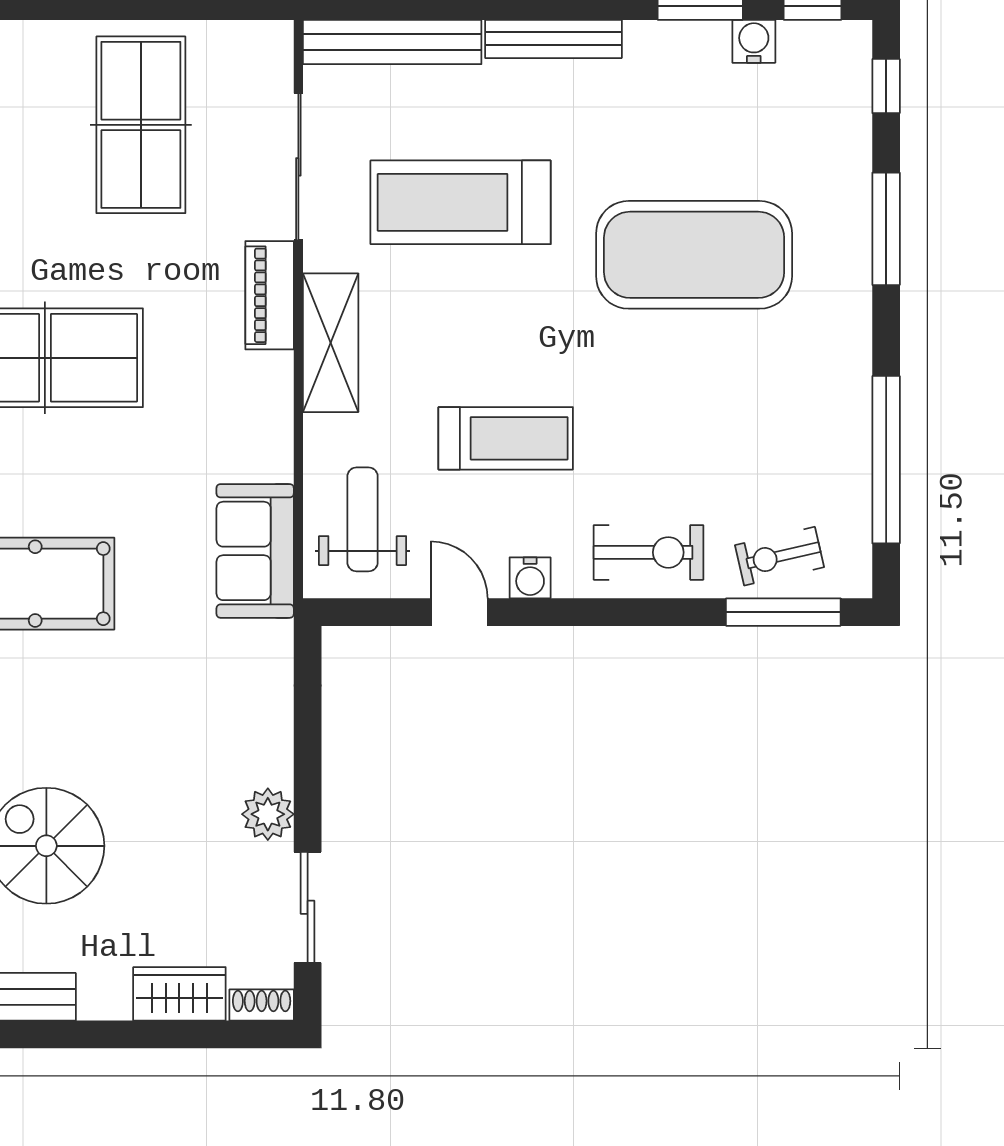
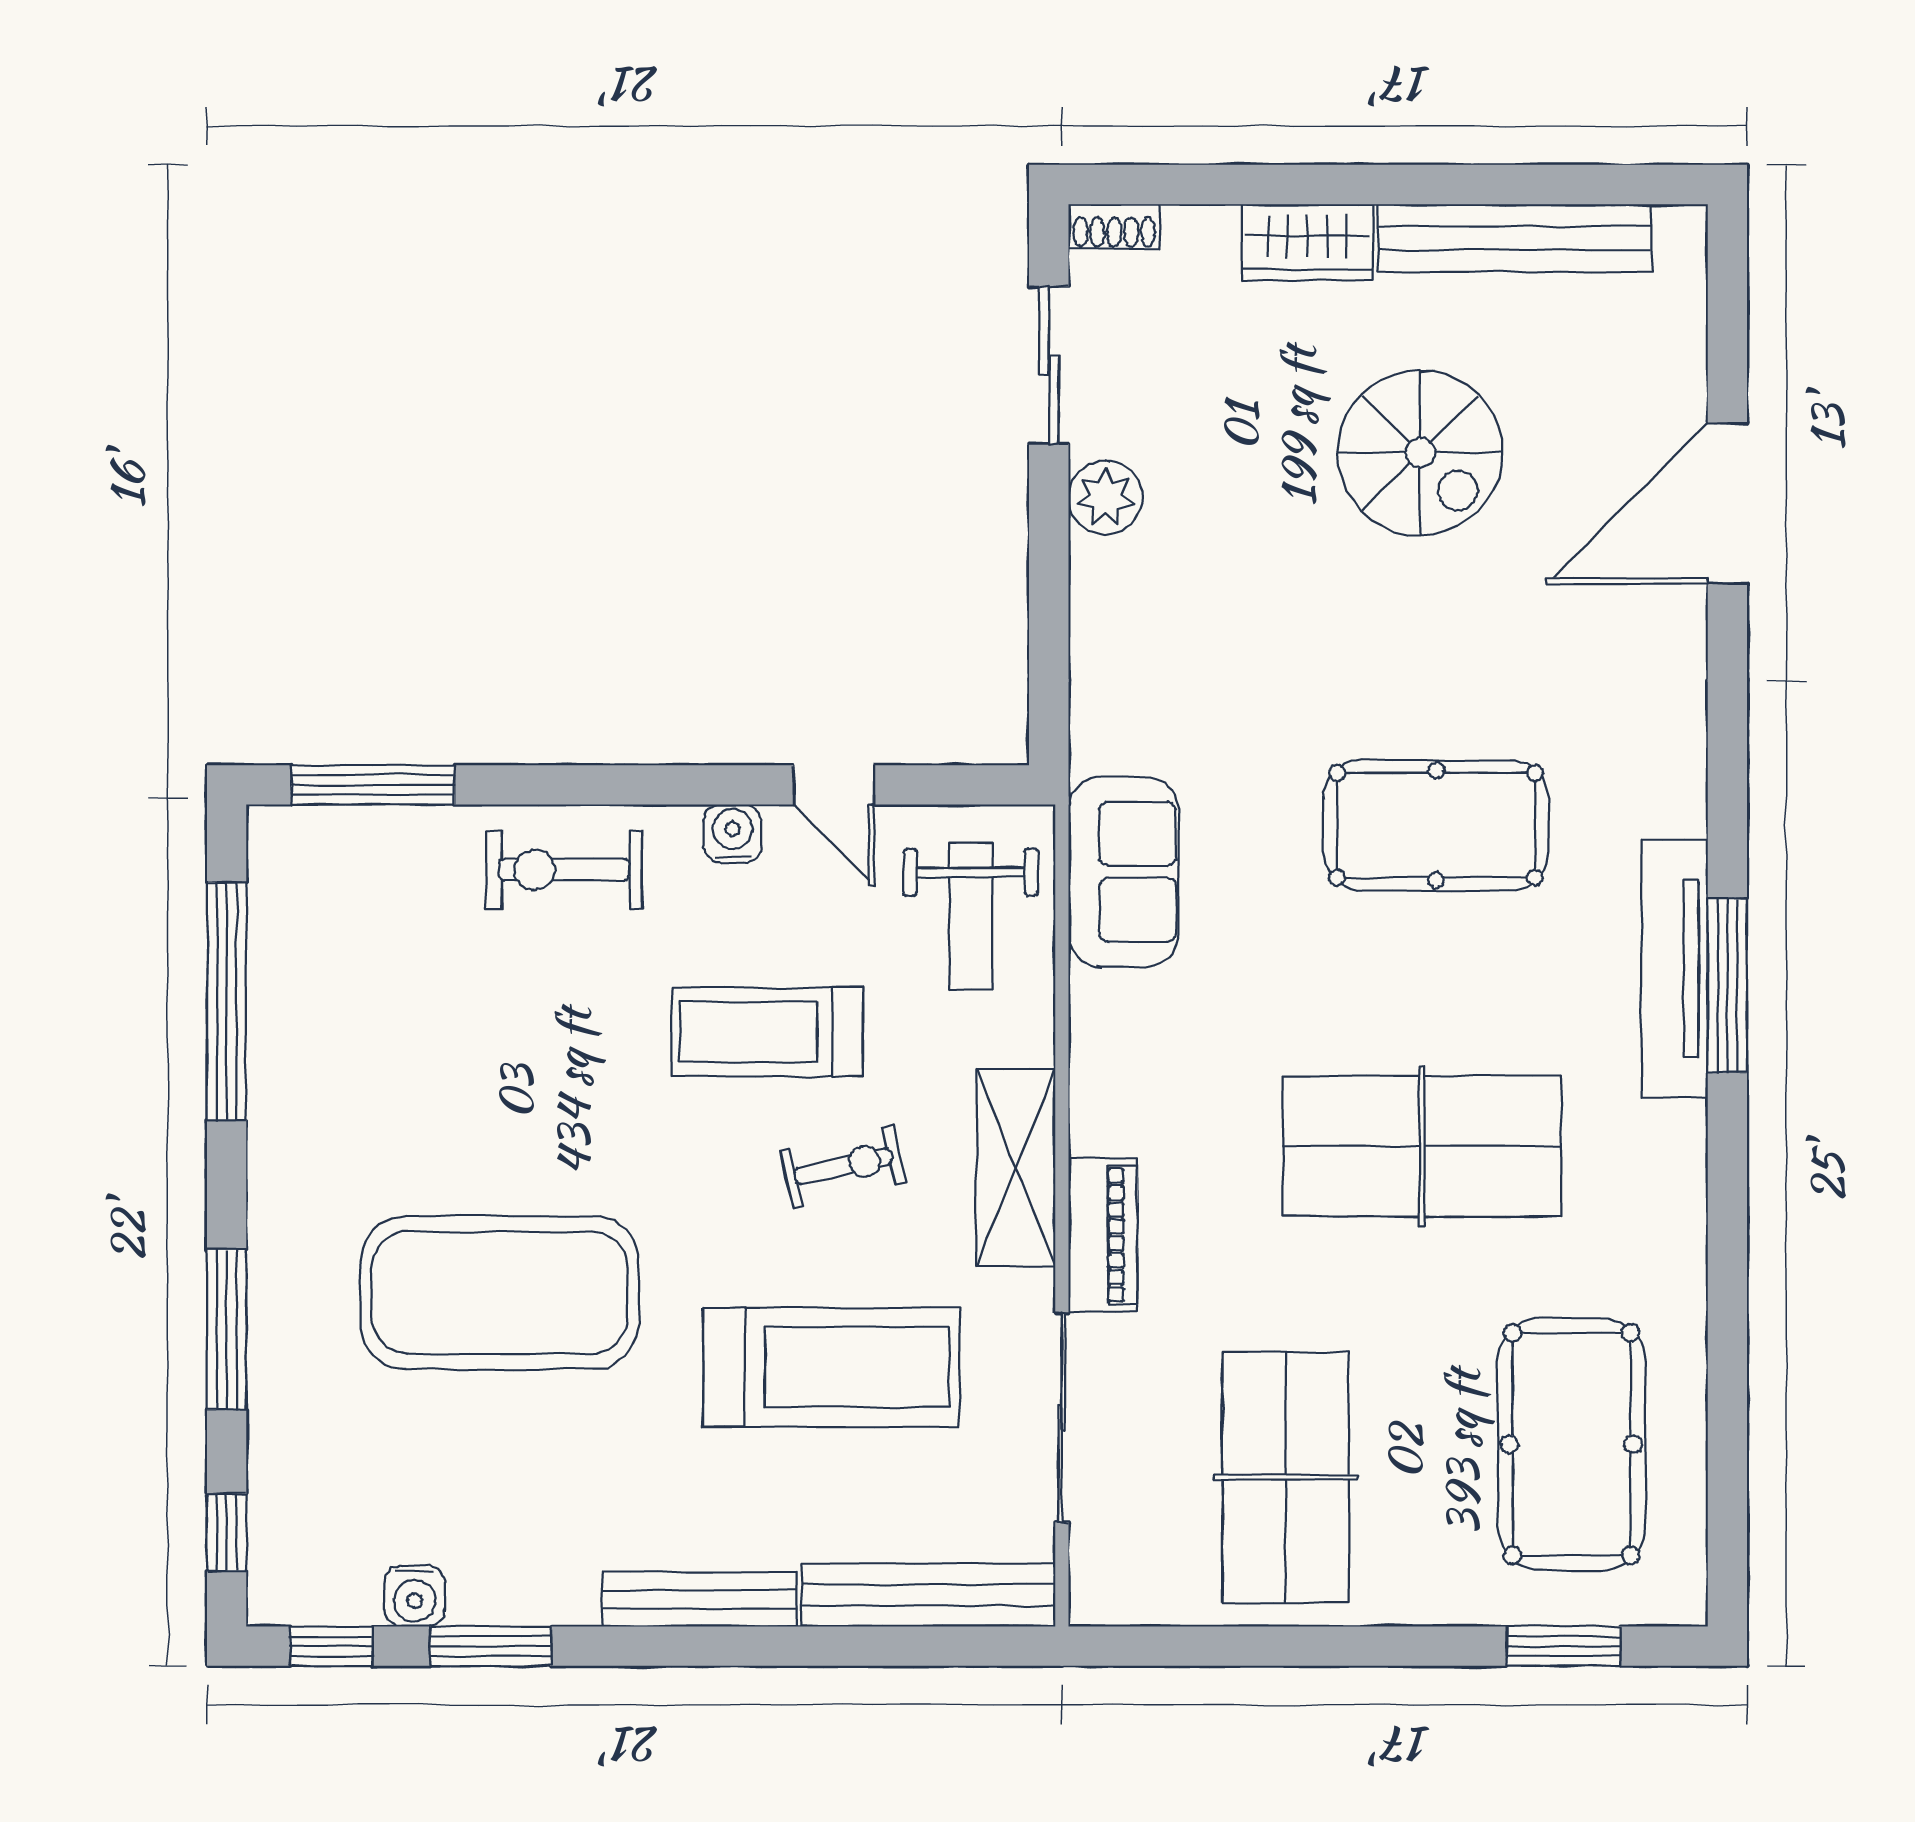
exercise bike: (780, 556) -> (843, 1166), moved
wardrobe: (179, 994) -> (1307, 242), moved

